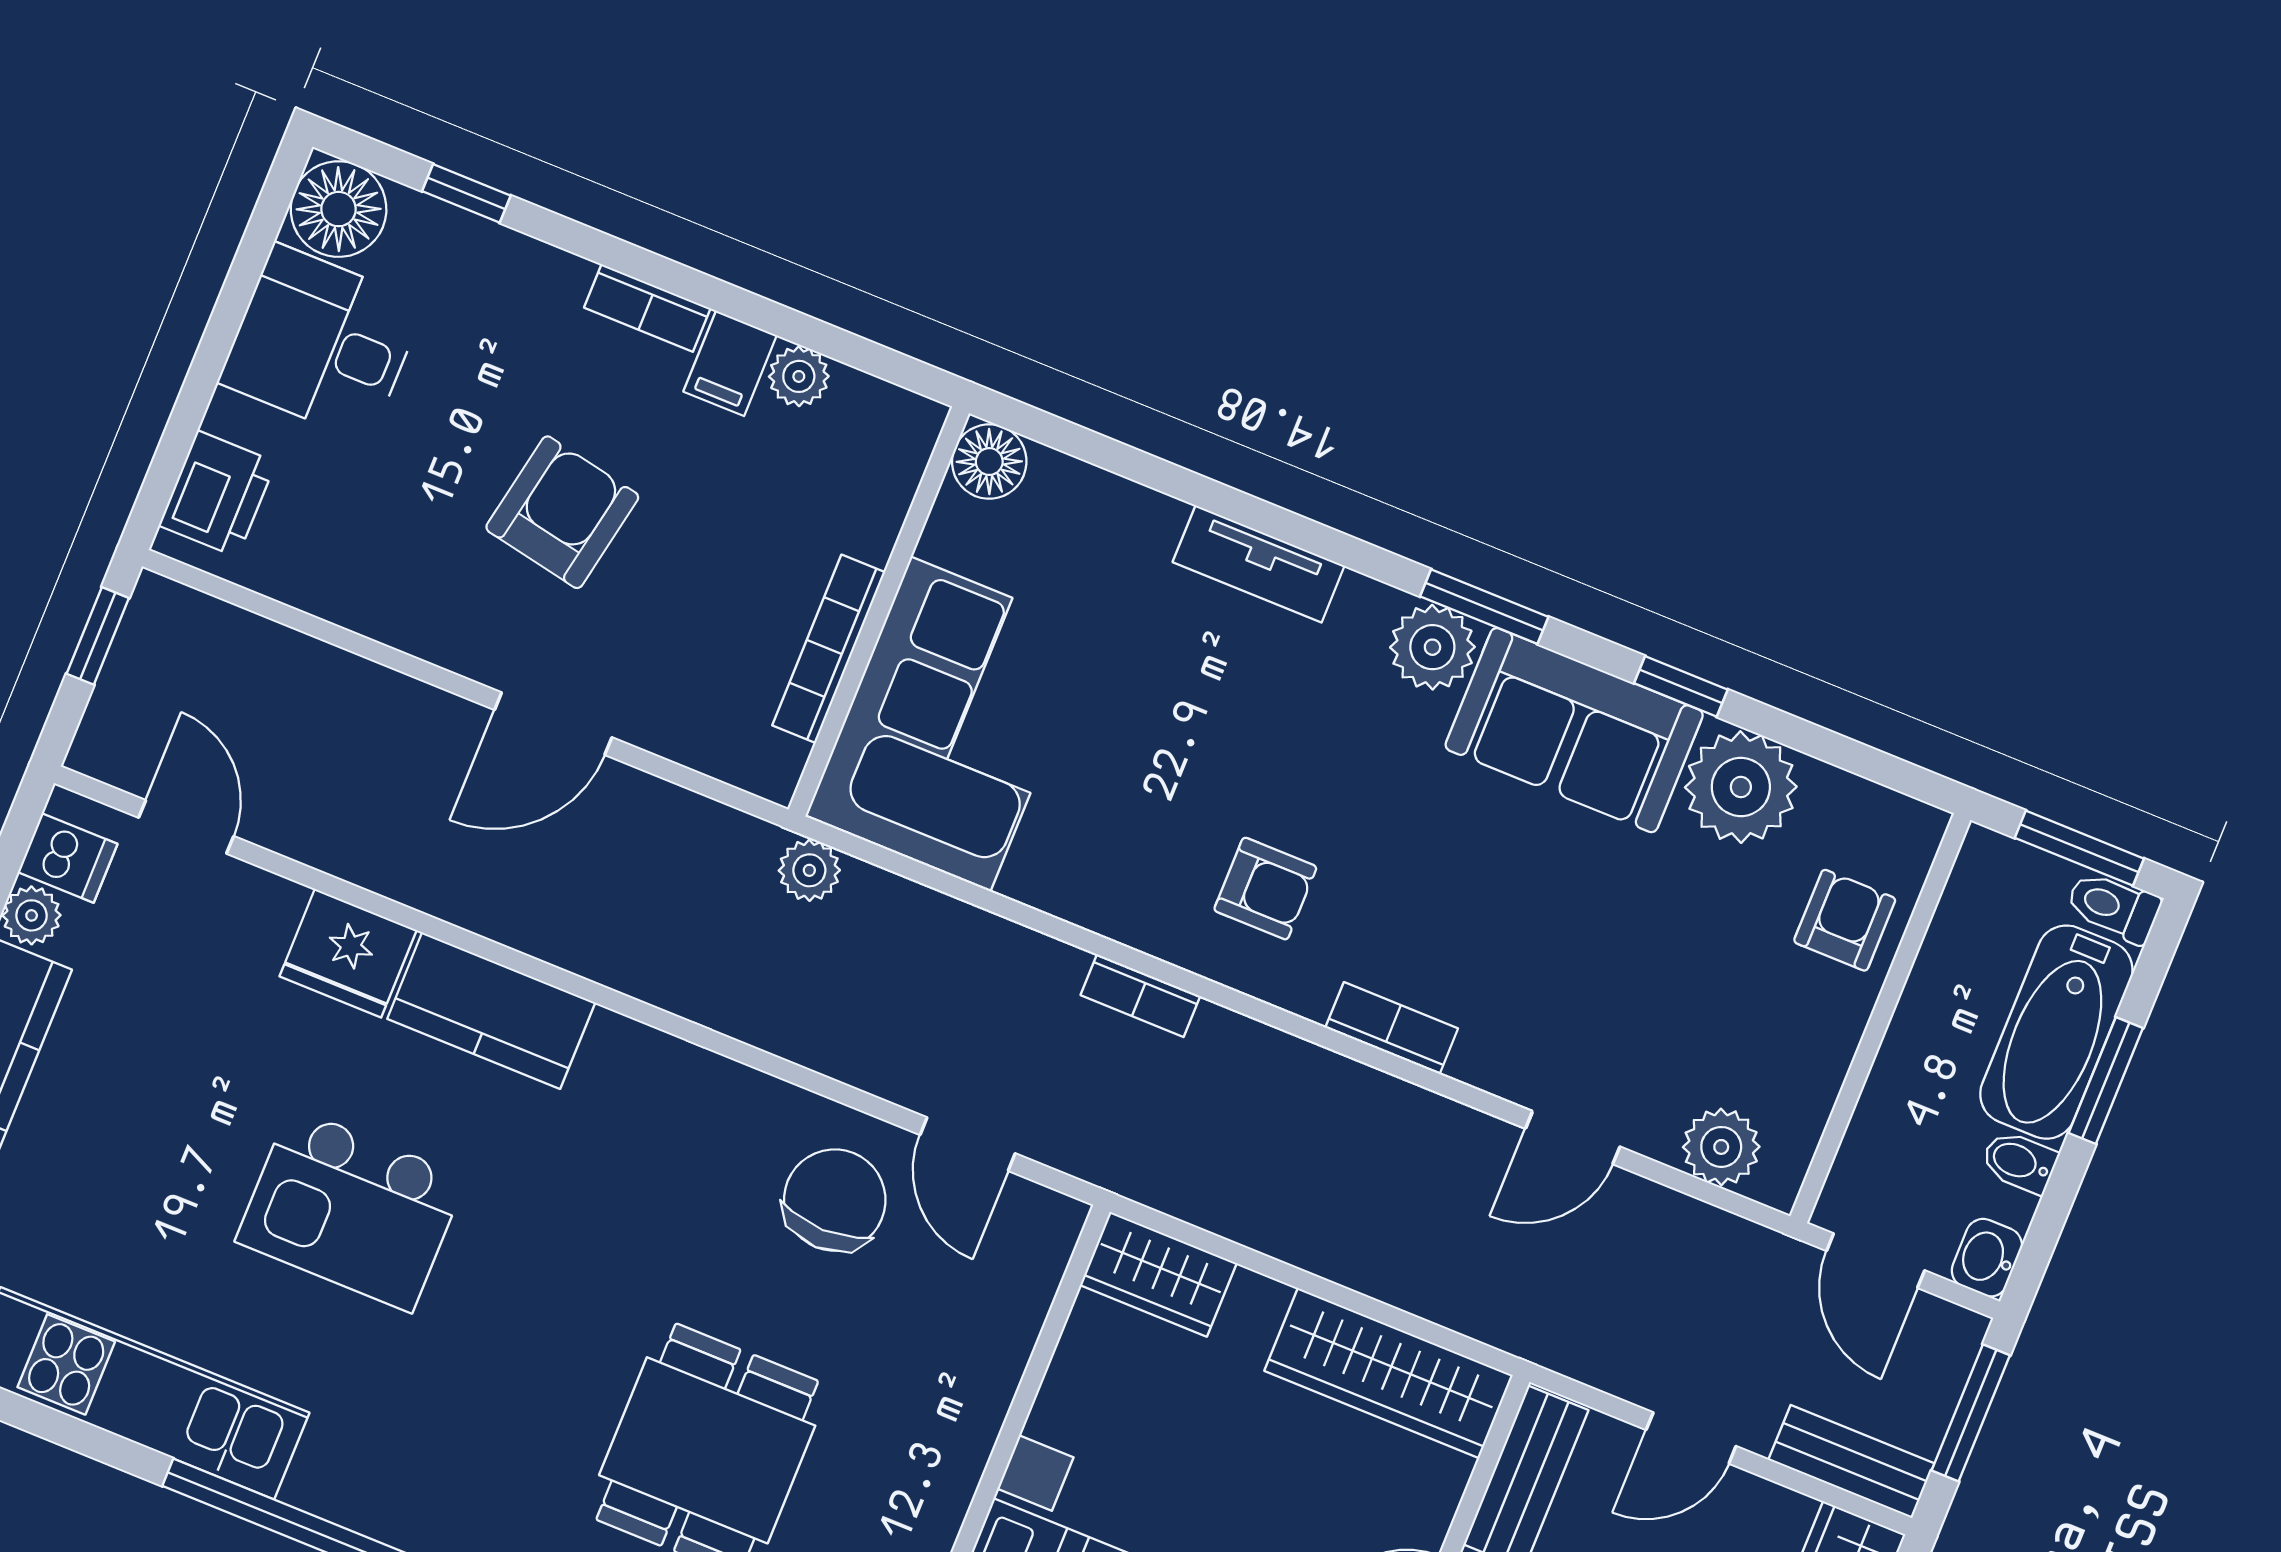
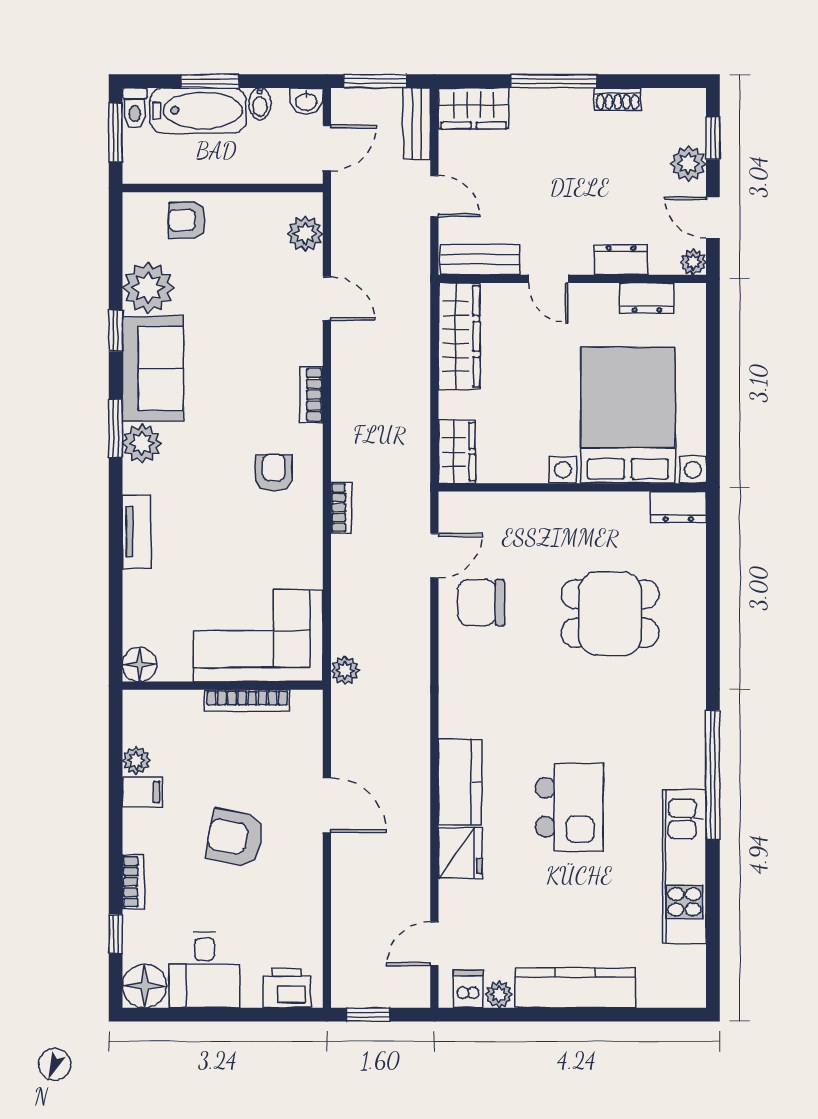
bookcase: (647, 308) -> (133, 882), moved

